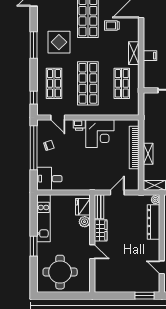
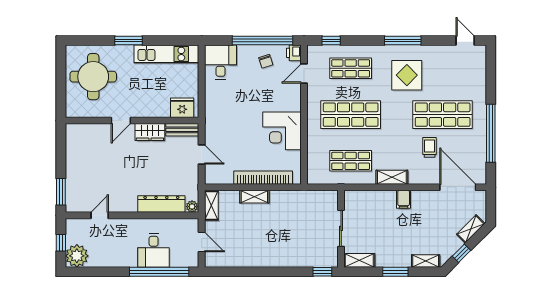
filing cabinet: (150, 56) -> (404, 199), moved
printer: (79, 125) -> (294, 53), moved
plant: (85, 222) -> (162, 110), removed

